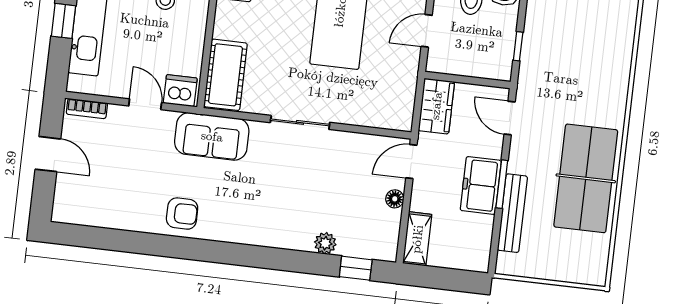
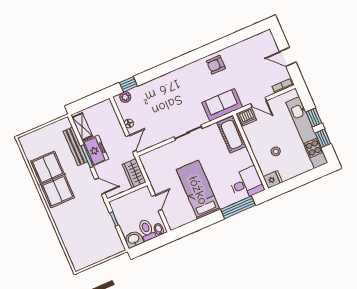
shelving: (417, 239) -> (82, 127), moved
plant: (325, 243) -> (125, 97), moved

